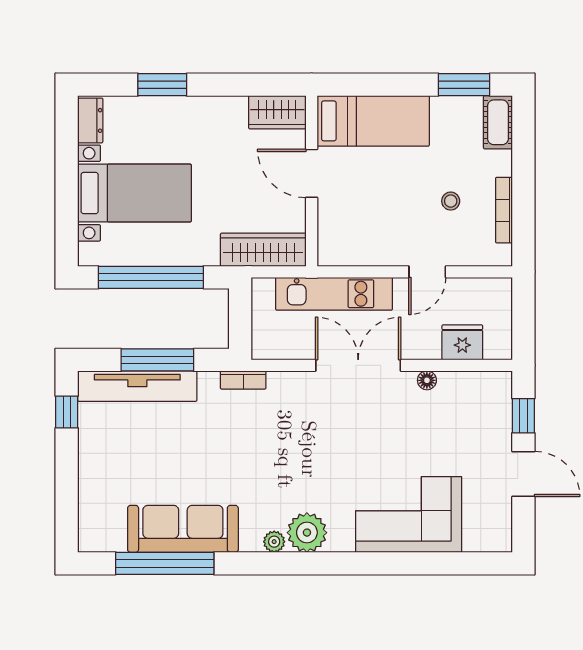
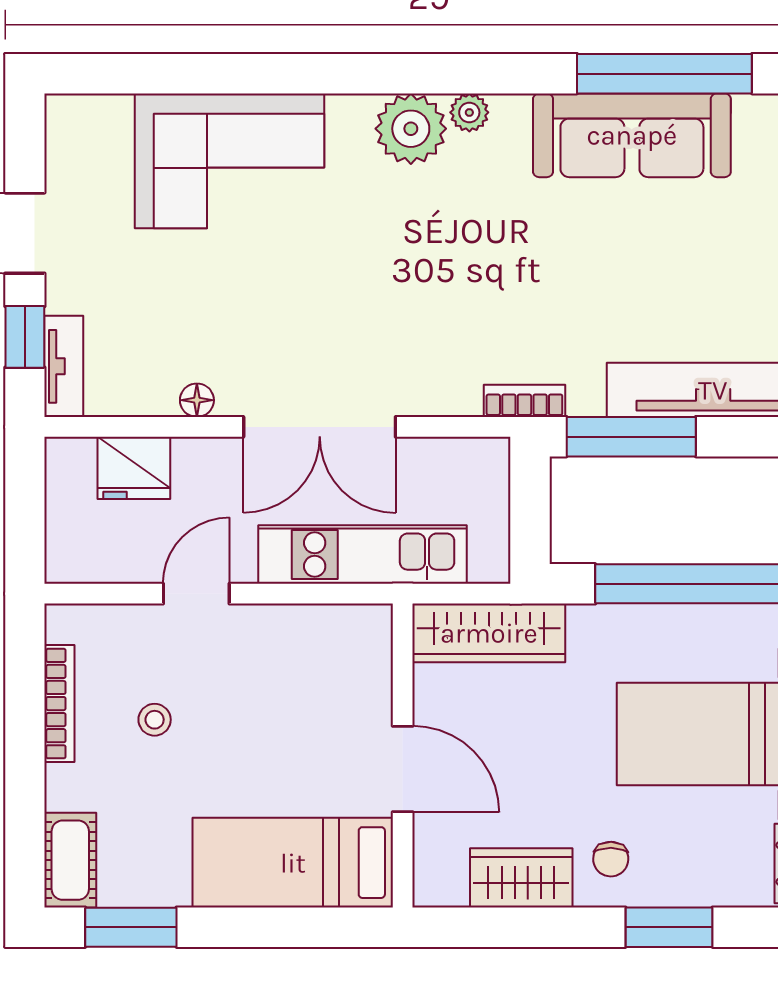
wardrobe: (277, 112) -> (521, 878), moved
chair: (195, 123) -> (611, 859), added
window: (157, 360) -> (631, 437), moved
tv unit: (502, 399) -> (64, 366), added

